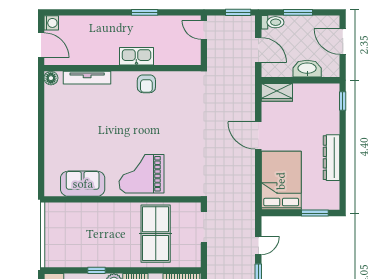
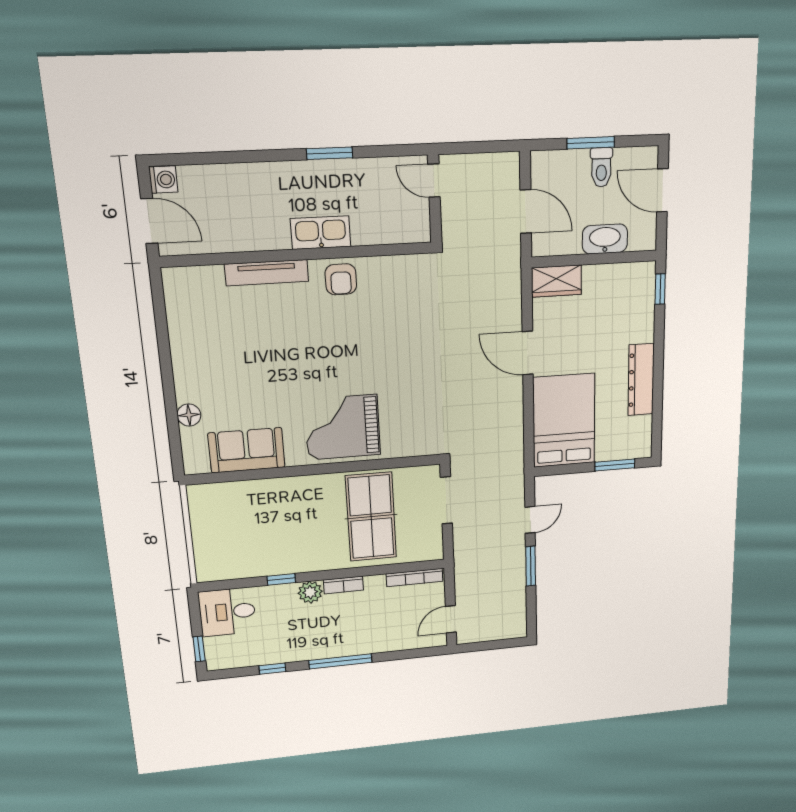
window: (238, 12) -> (491, 147), removed
toilet: (273, 22) -> (601, 167), moved, turned 90
floor lamp: (51, 78) -> (189, 415), moved
tv unit: (87, 78) -> (267, 273), moved

